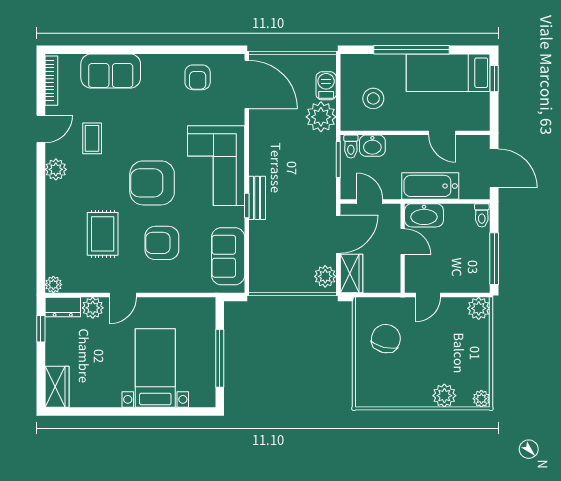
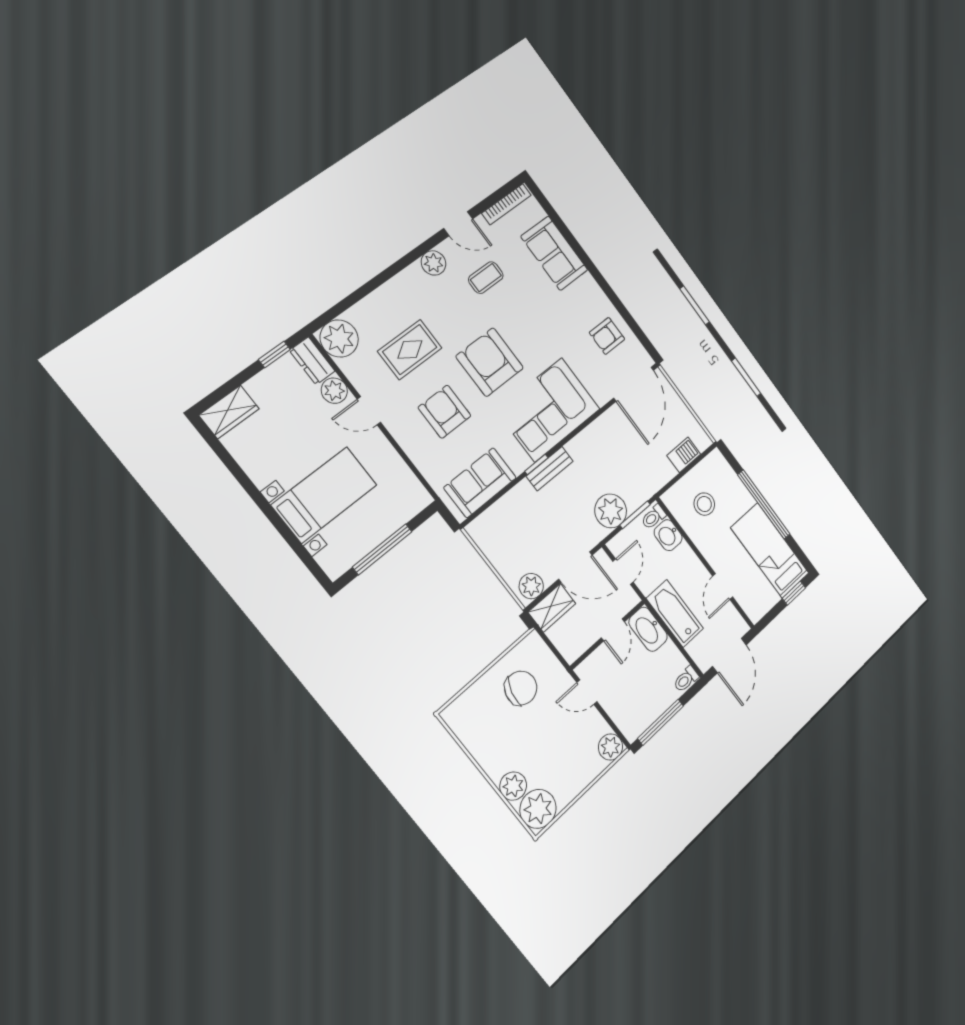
plant: (321, 117) -> (611, 511), moved
plant: (53, 285) -> (339, 338), width x1.87, depth x1.87
plant: (481, 399) -> (538, 809), width x1.88, depth x1.88

